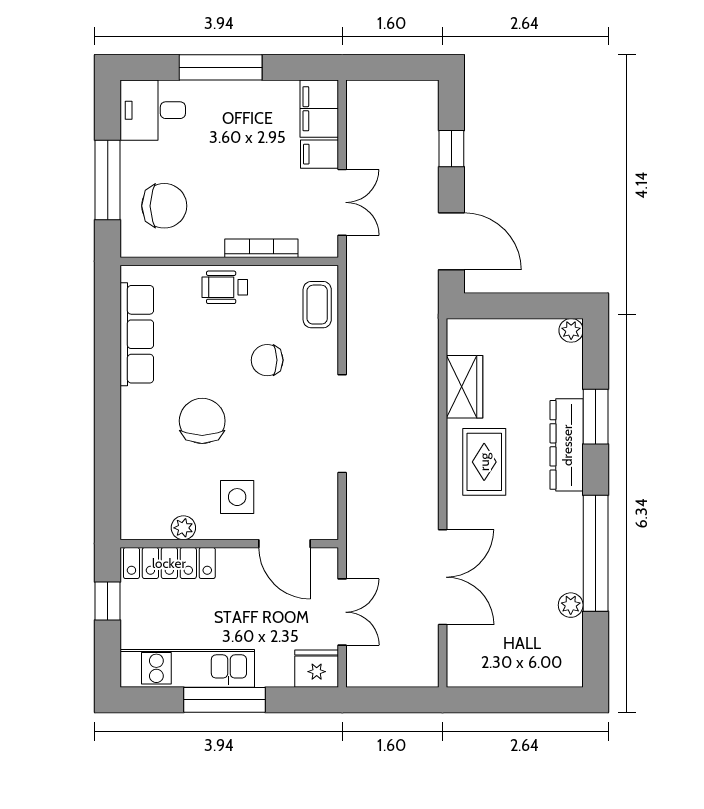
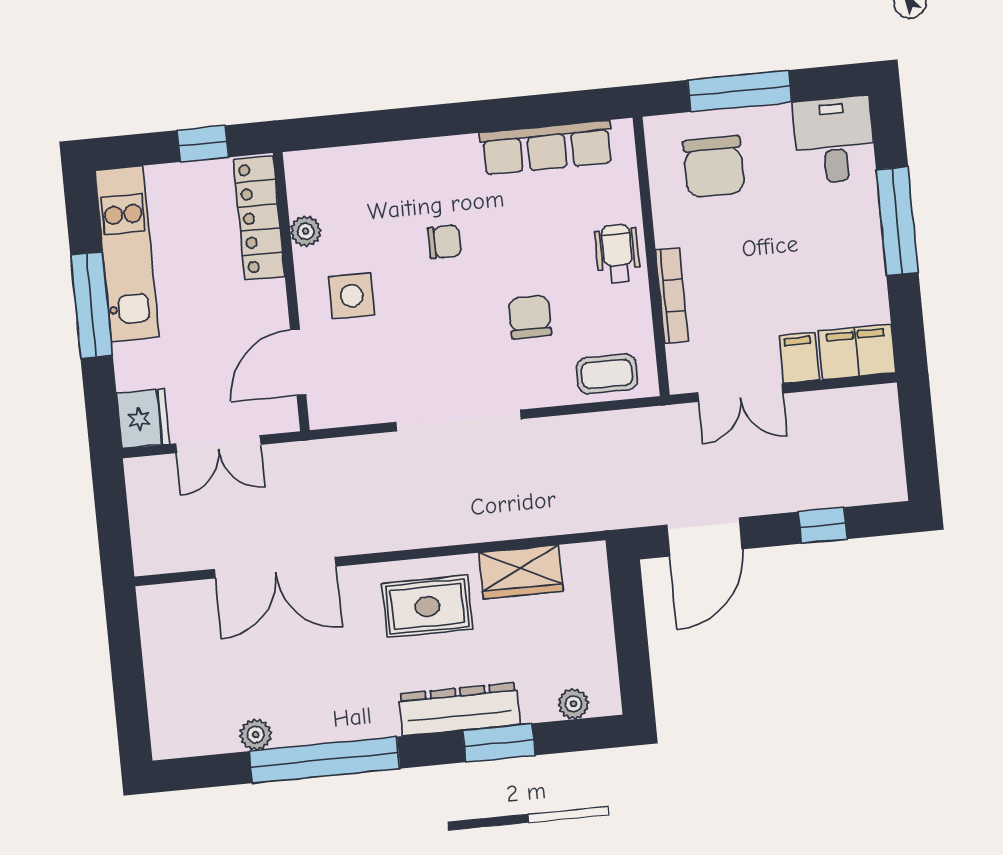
plant: (571, 330) -> (574, 704), moved
chair: (202, 421) -> (444, 242), width x0.54, depth x0.54

